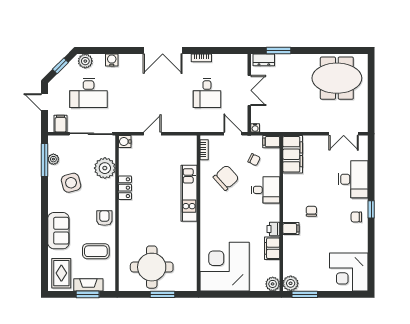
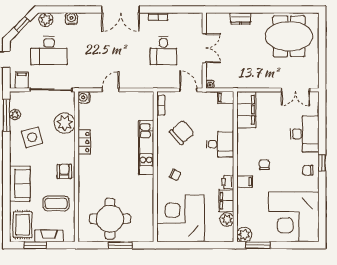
window: (279, 51) -> (233, 9), removed
dresser: (264, 60) -> (241, 18), moved
chair: (254, 160) -> (175, 175), moved
corner desk: (349, 272) -> (294, 217), width x1.36, depth x1.36
plant: (273, 284) -> (227, 219), moved
window: (88, 294) -> (35, 245), moved

